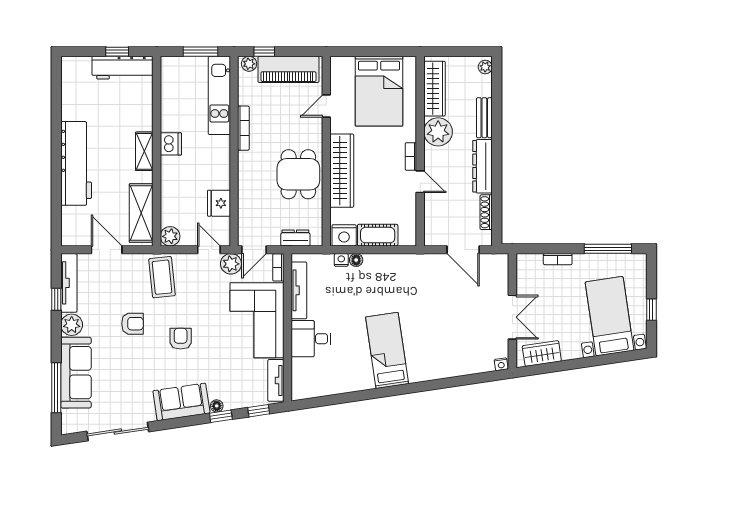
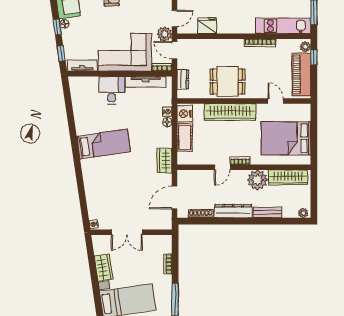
wardrobe: (411, 264) -> (165, 161), added
wardrobe: (542, 353) -> (103, 268), moved

